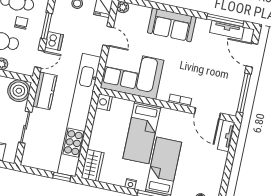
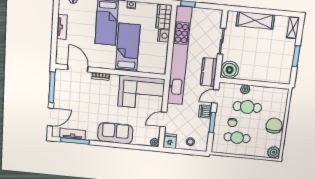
door: (108, 36) -> (163, 120), hinge flipped
door: (252, 55) -> (50, 117), hinge flipped
nightstand: (104, 102) -> (164, 36), moved
tv unit: (226, 136) -> (62, 27), moved

